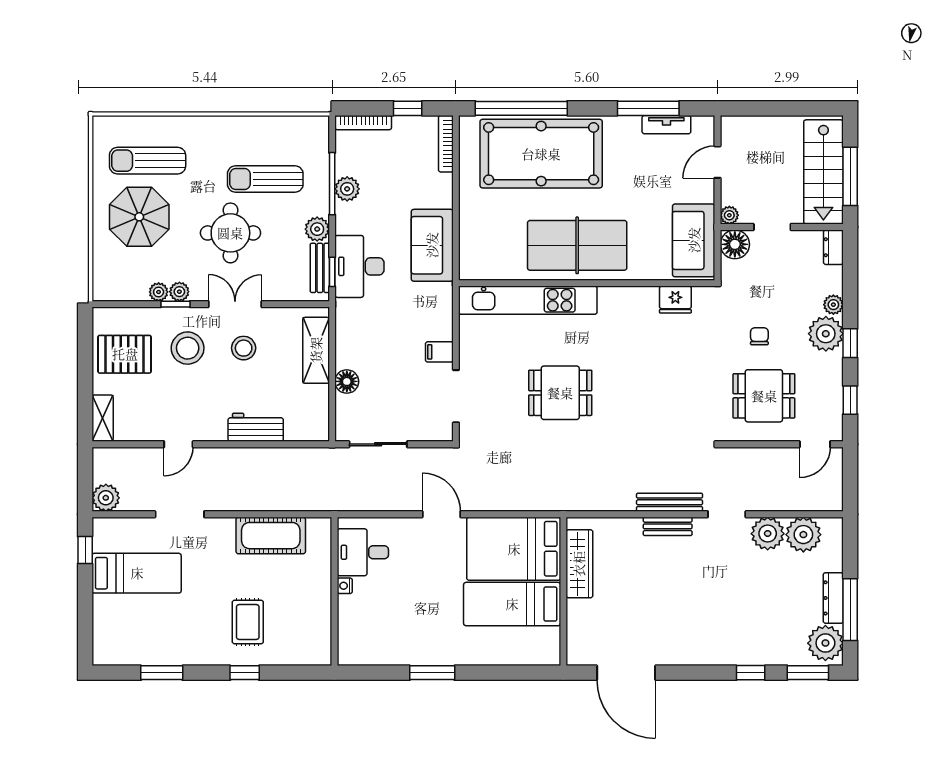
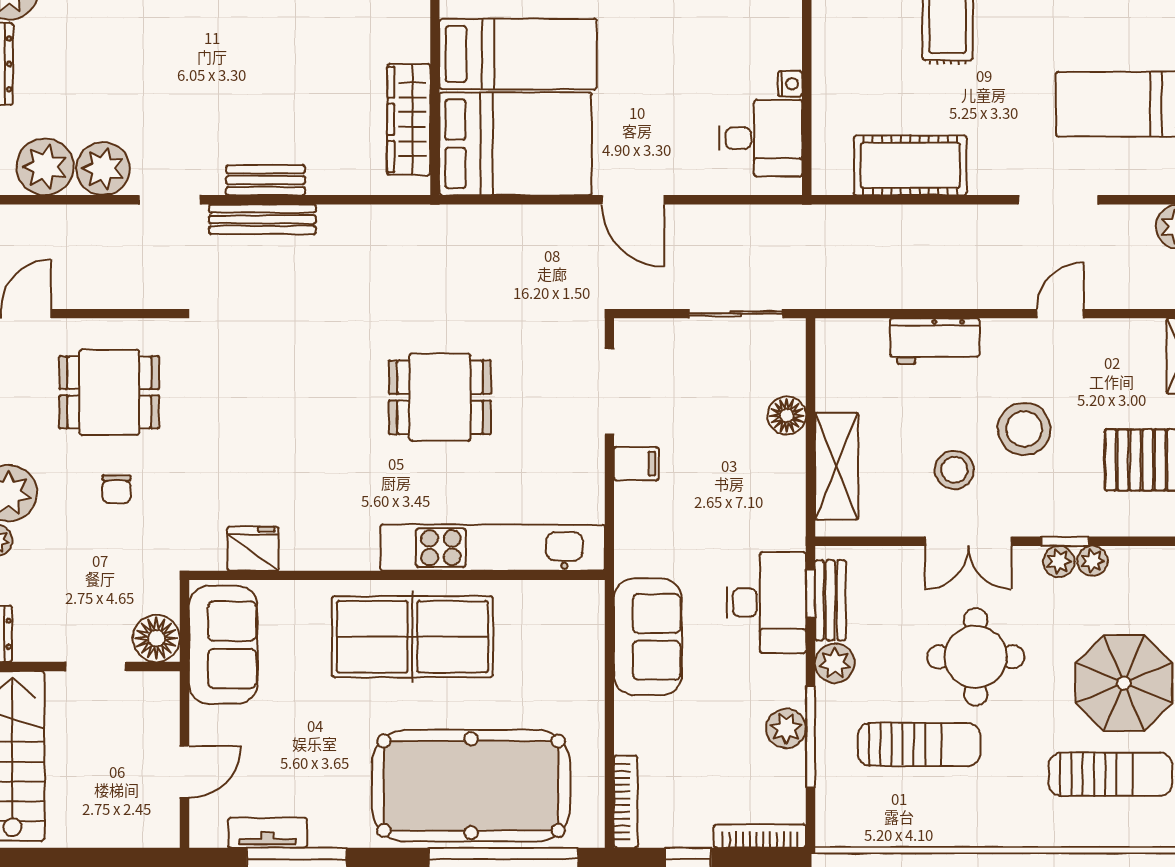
plant: (729, 215) -> (165, 686), removed
stool: (188, 348) -> (1024, 429), moved

